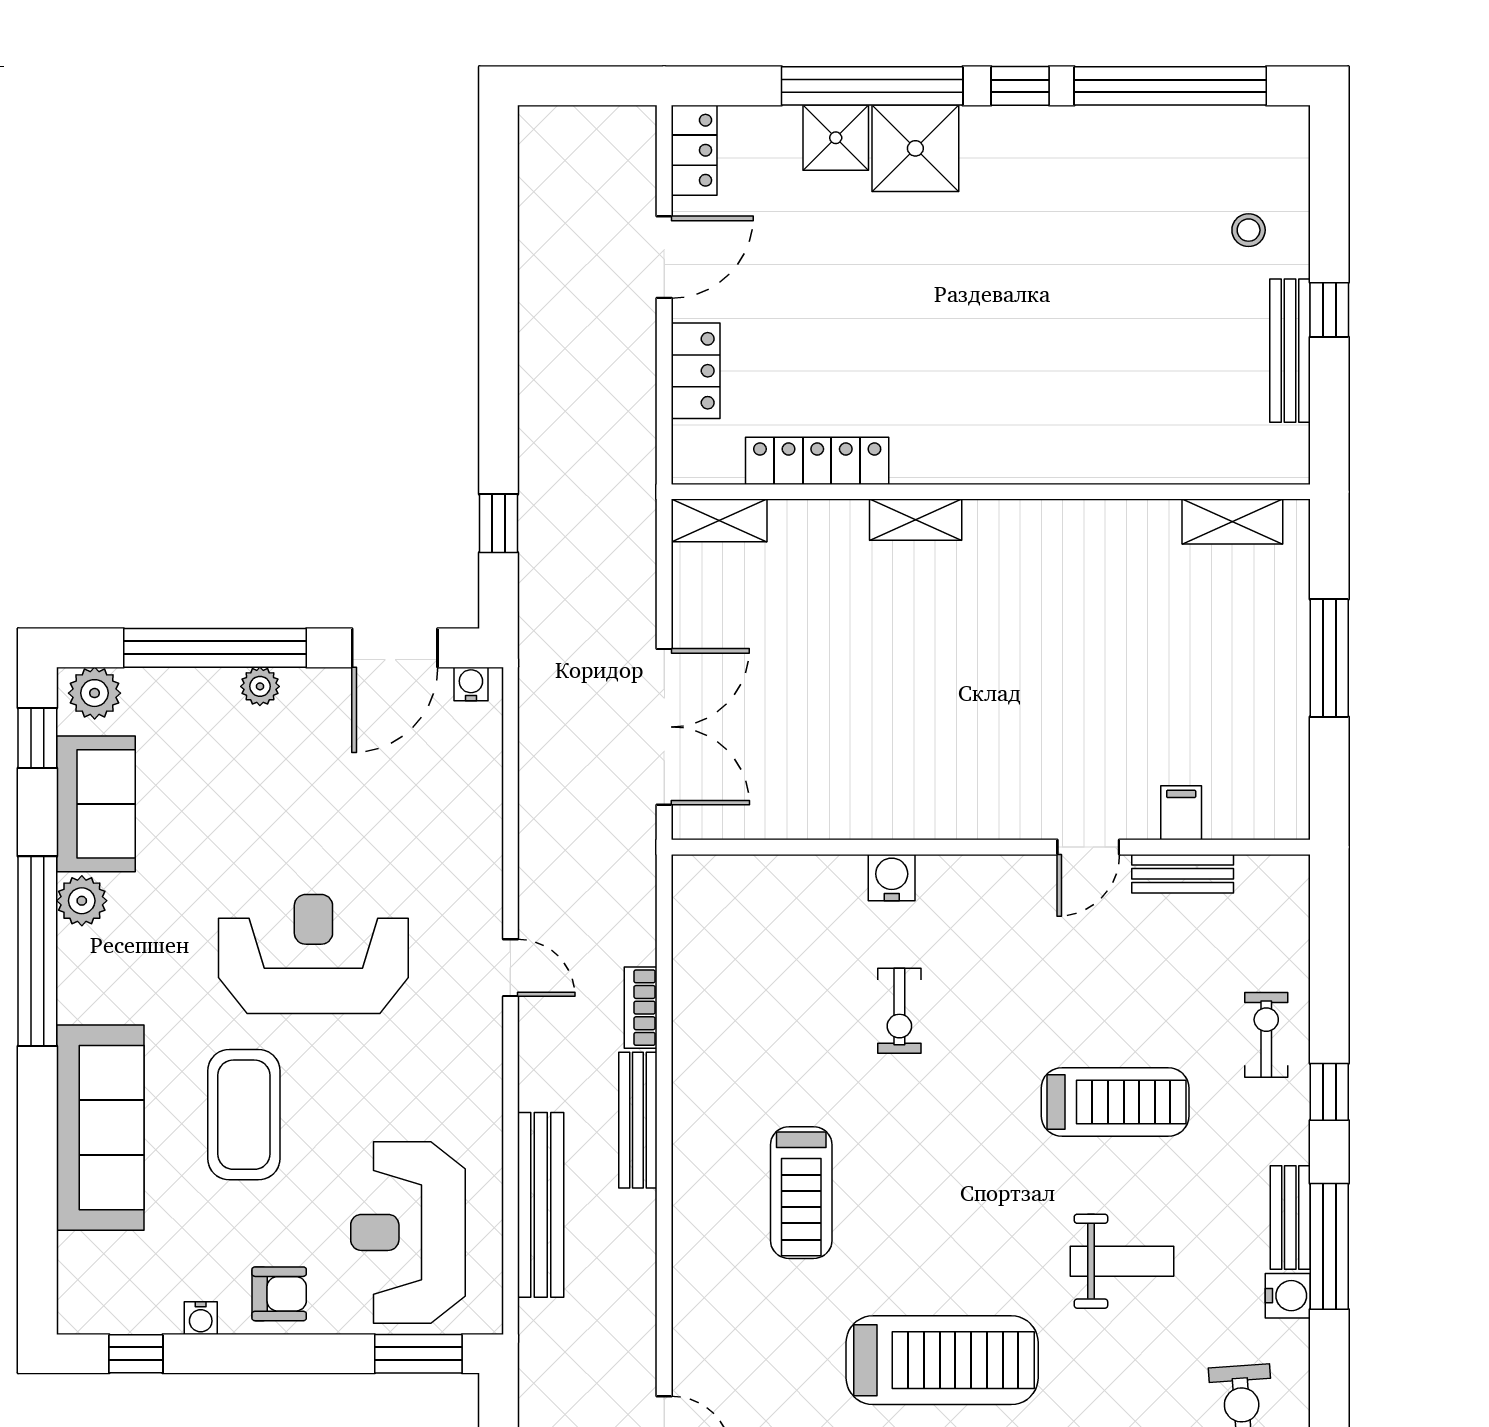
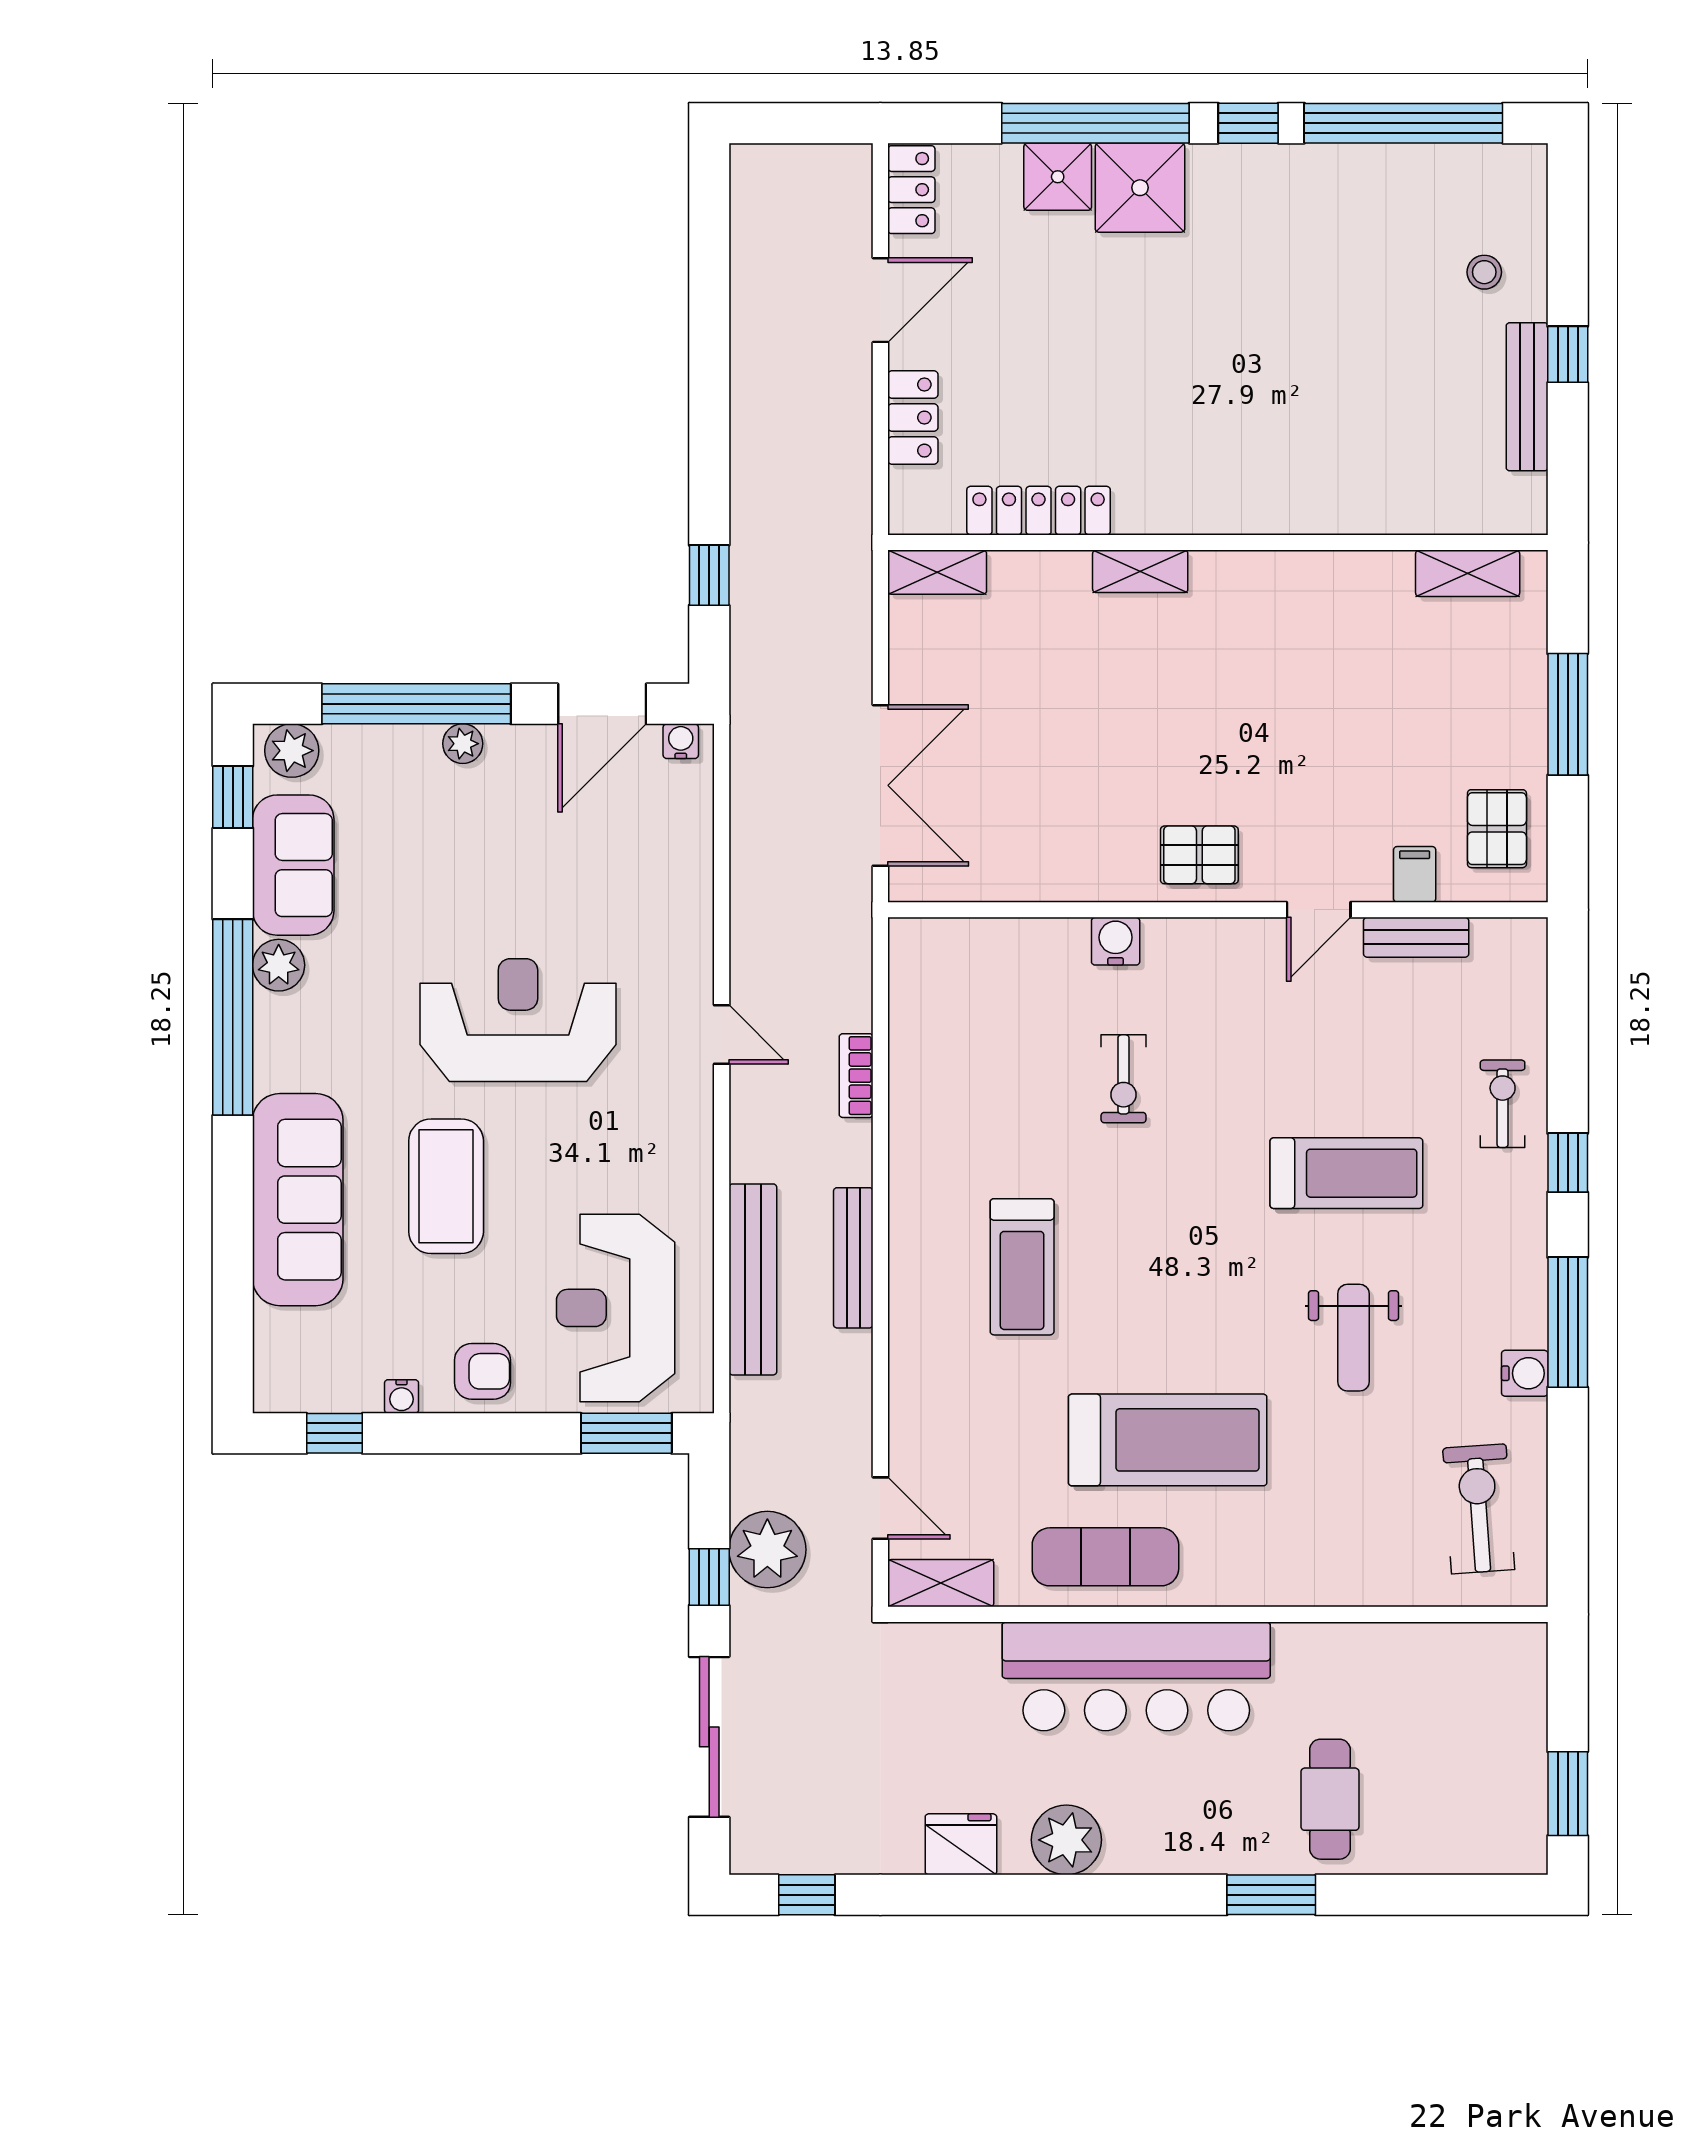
pallet: (1261, 769) -> (1497, 829), added
pallet: (973, 794) -> (1199, 855), added
bench: (638, 1120) -> (853, 1258), moved
bench: (1290, 1218) -> (1527, 1293), removed
weight bench: (1122, 1261) -> (1353, 1338), turned 90

